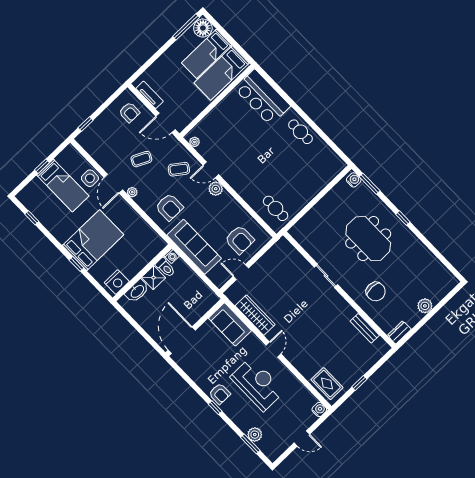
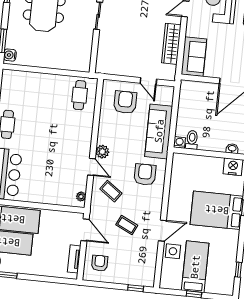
plant: (132, 192) -> (157, 211), removed
shower: (153, 278) -> (207, 142), removed
washbasin: (137, 291) -> (232, 149), width x0.52, depth x0.69

